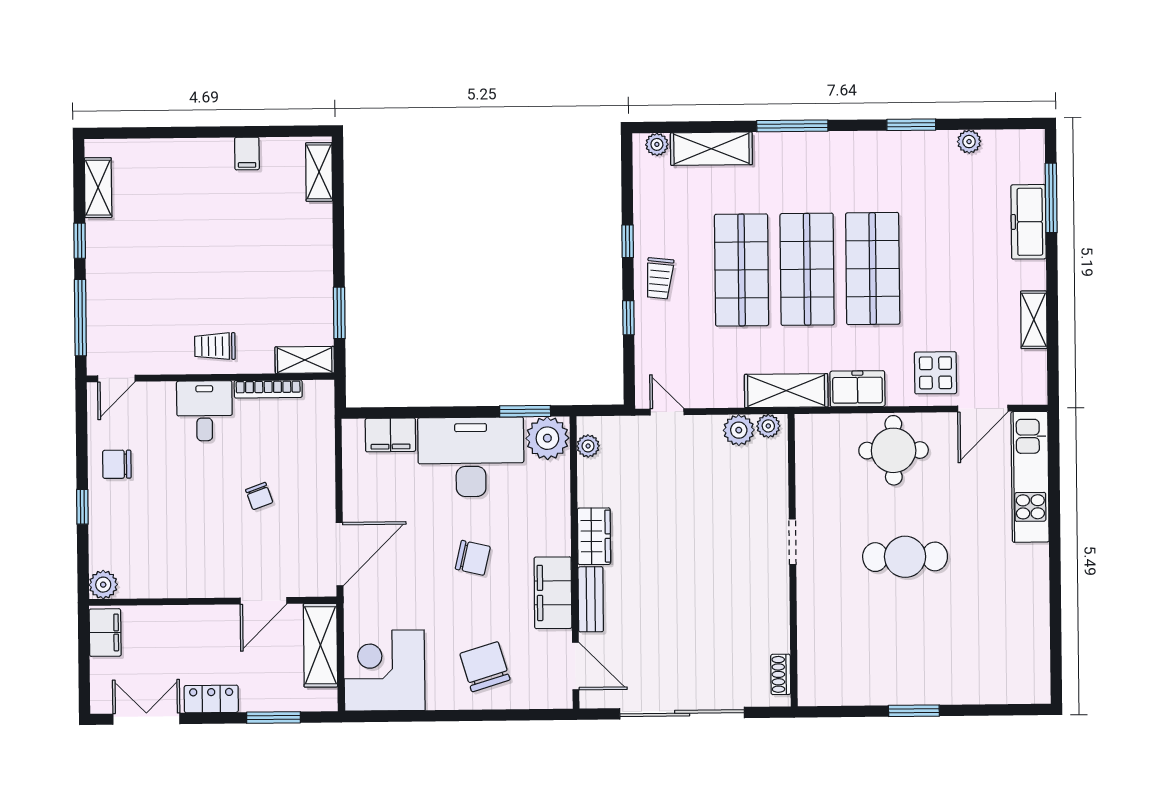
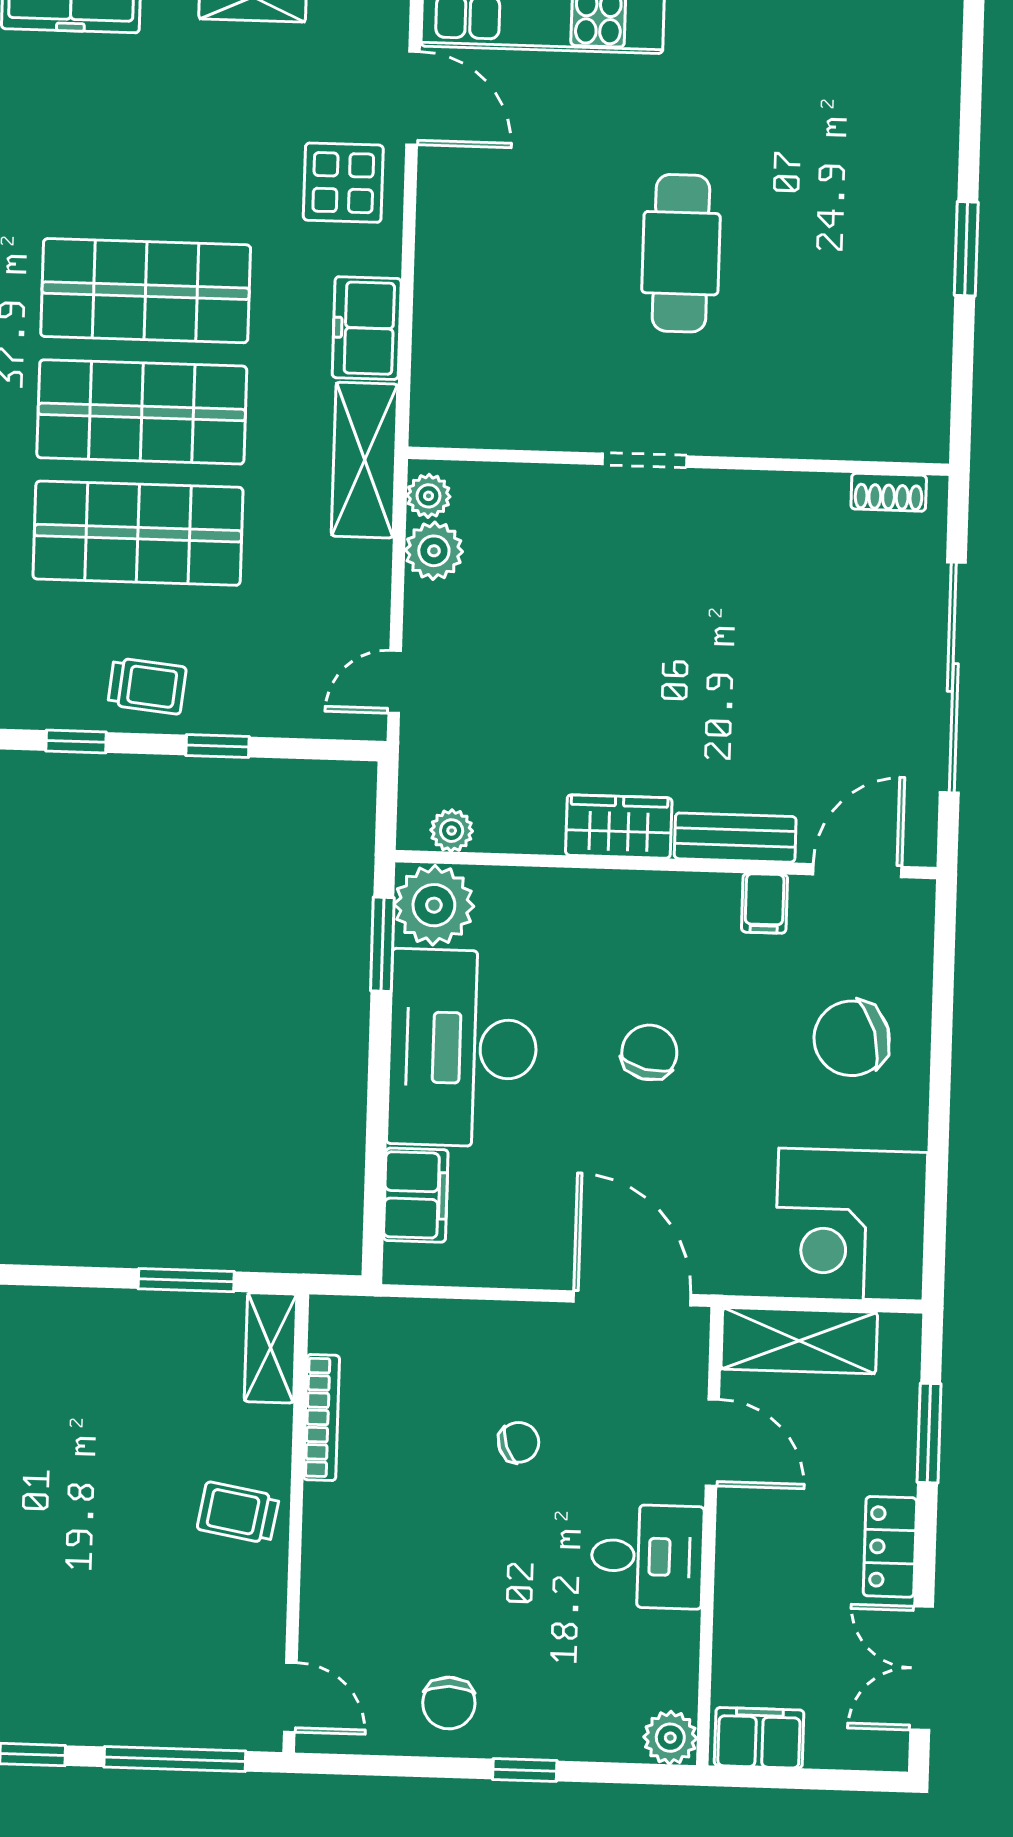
trolley: (215, 346) -> (238, 1513), turned 100
desk: (204, 411) -> (647, 1556), moved, turned 180
round table: (894, 450) -> (483, 266), removed
filing cabinet: (553, 593) -> (764, 903), width x0.33, depth x0.86

